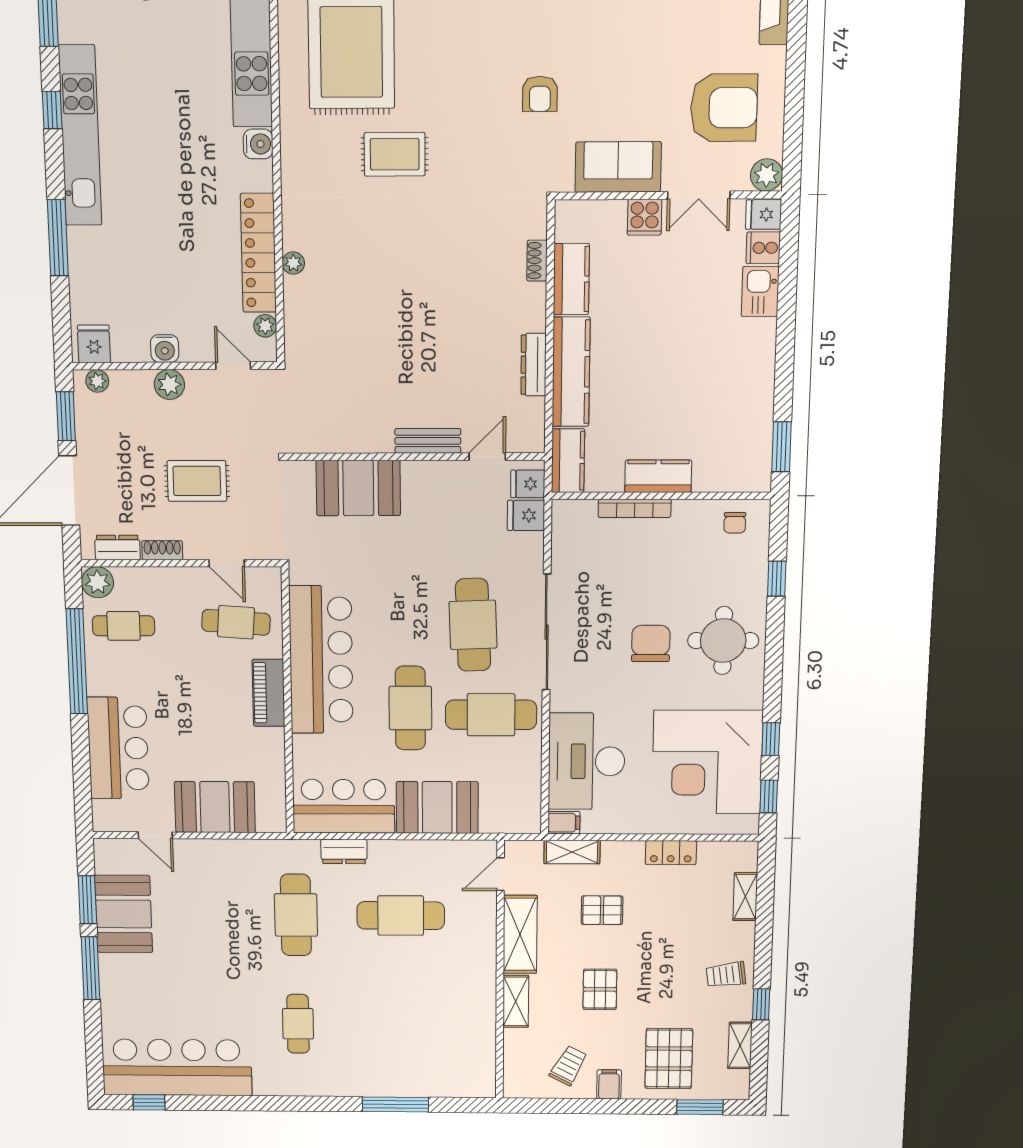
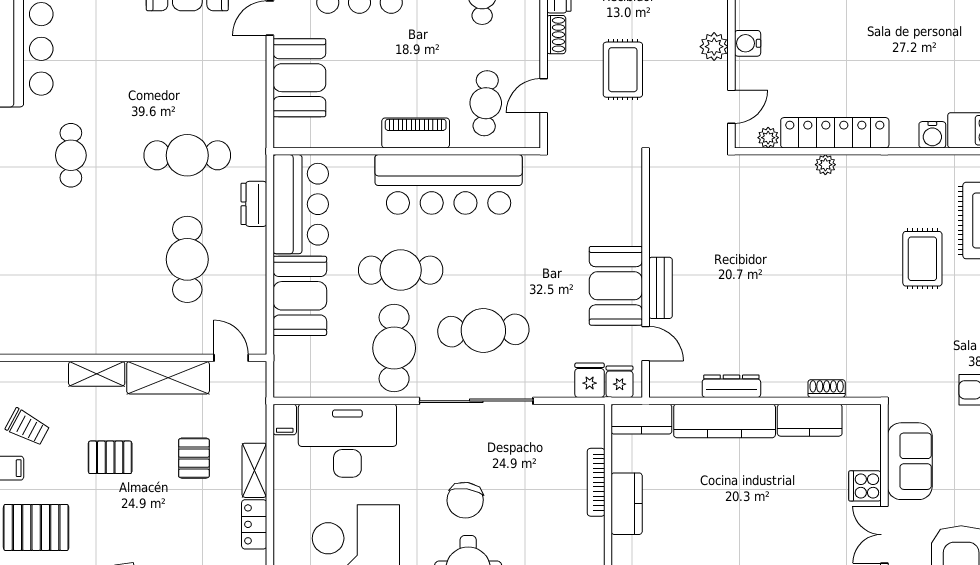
booth: (358, 488) -> (616, 286), moved
chair: (651, 643) -> (465, 500), turned 98
shelving: (572, 852) -> (254, 470), moved
cafe table: (298, 1024) -> (71, 155), turned 90

